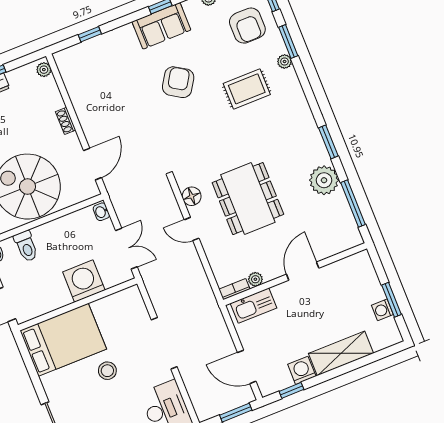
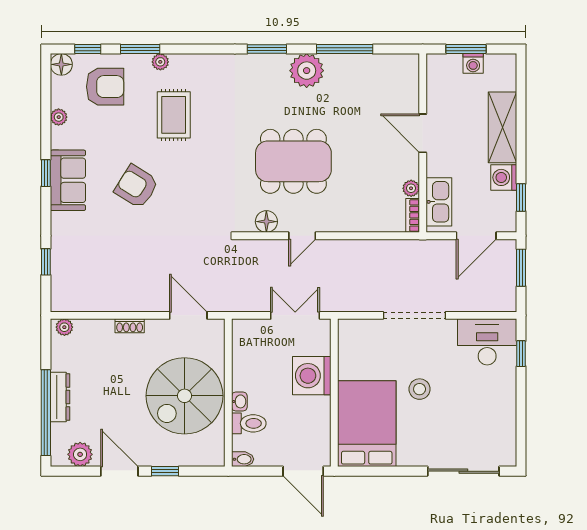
washbasin: (101, 212) -> (239, 401), moved, turned -90
door: (303, 271) -> (423, 133), moved
wall: (295, 274) -> (423, 143), moved
plant: (255, 279) -> (411, 188), moved
bookcase: (234, 289) -> (413, 215), moved
kitchen sink: (253, 306) -> (439, 202), moved

